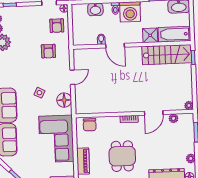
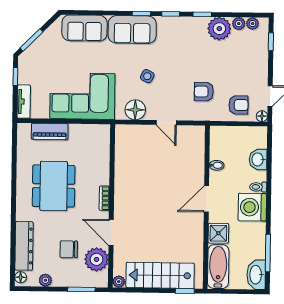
armchair: (57, 26) -> (239, 105), turned 180
door: (115, 46) -> (206, 199), moved
stairs: (167, 55) -> (160, 275), moved, turned 90
plant: (174, 118) -> (97, 259), width x1.88, depth x1.88
chair: (90, 125) -> (69, 249), moved
dining table: (122, 156) -> (54, 186), width x1.38

